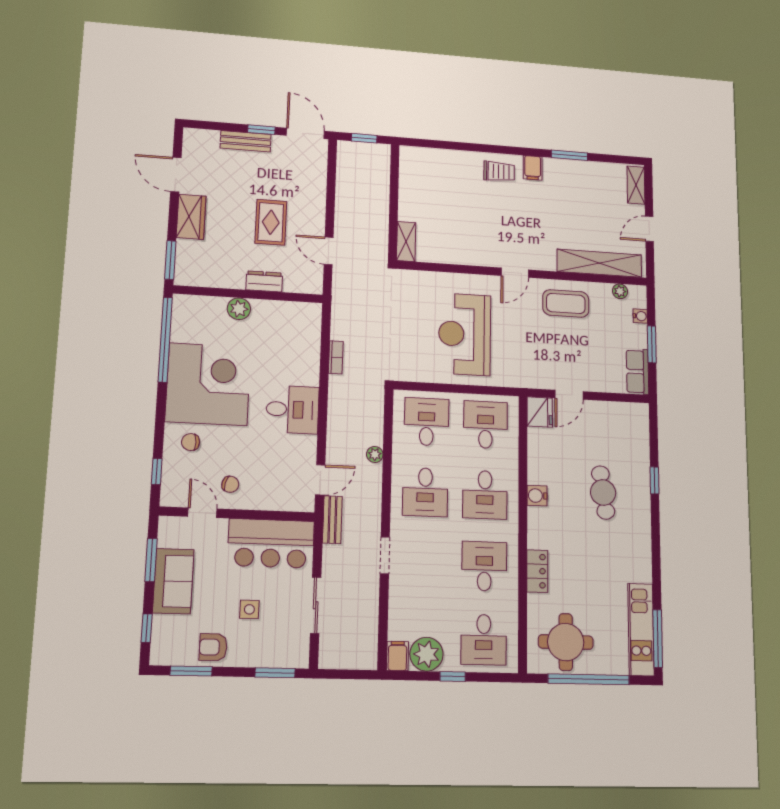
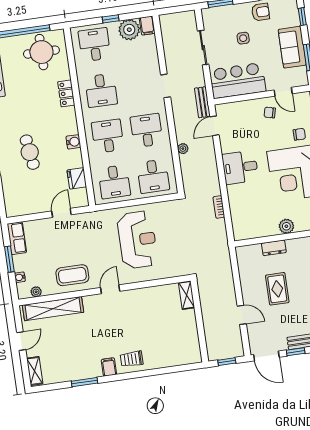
door: (329, 251) -> (242, 315), moved
fridge: (540, 412) -> (77, 178), moved

